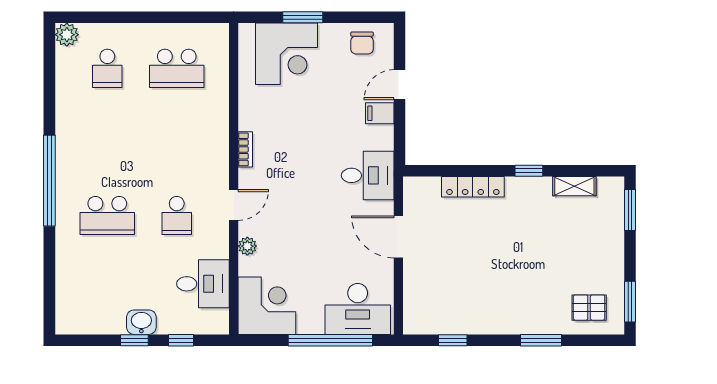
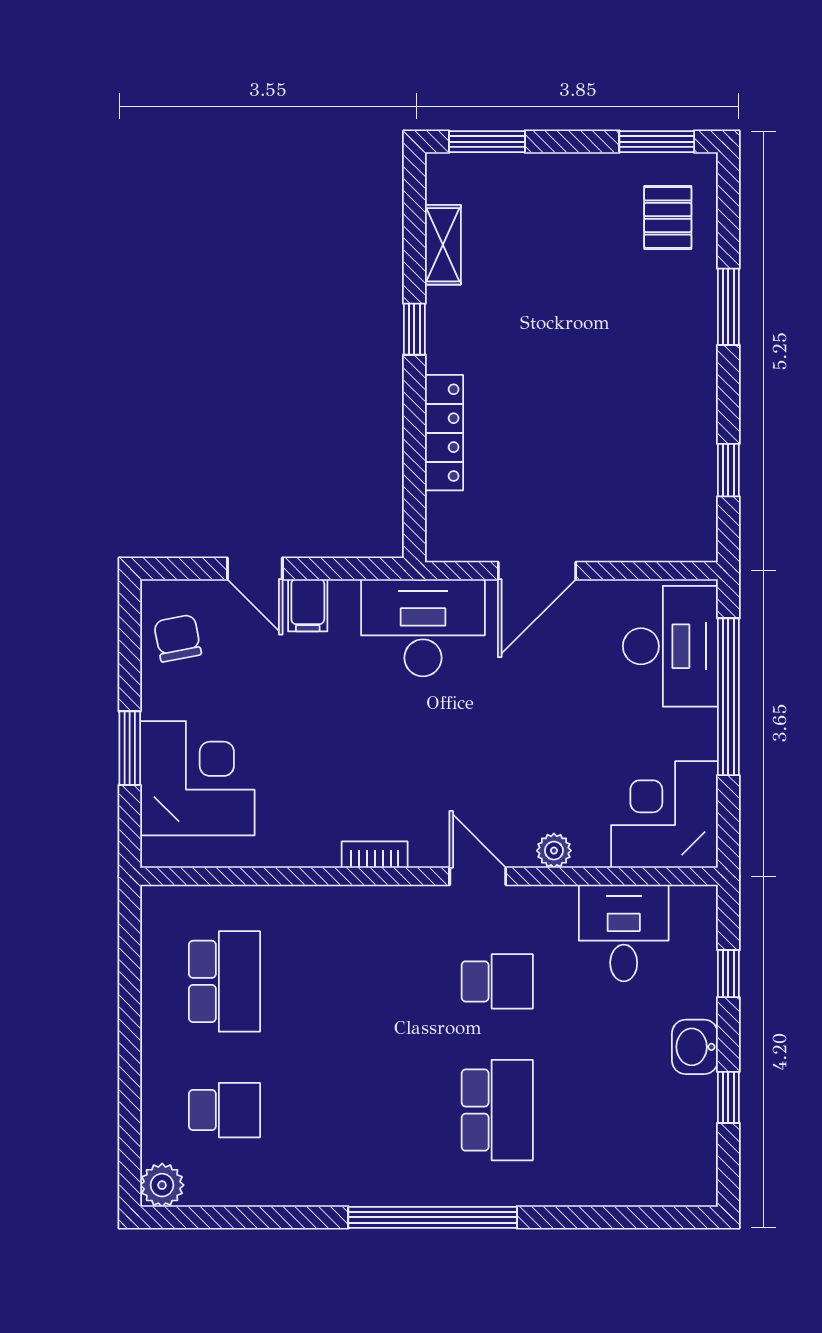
chair: (362, 43) -> (178, 638), turned -101
desk: (368, 175) -> (423, 628), width x1.37
window: (134, 340) -> (728, 1097), moved

